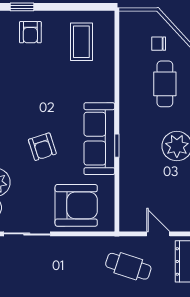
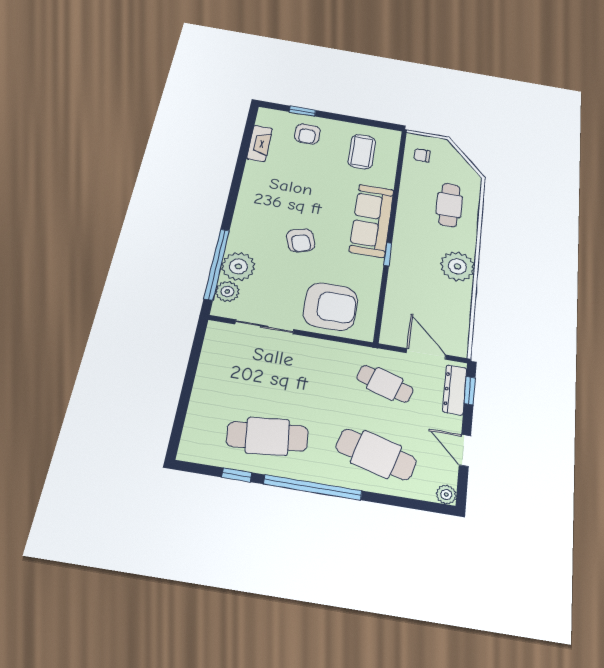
chair: (159, 44) -> (422, 155), moved
sofa: (99, 139) -> (372, 220), moved
door: (158, 234) -> (426, 354), width x1.38

